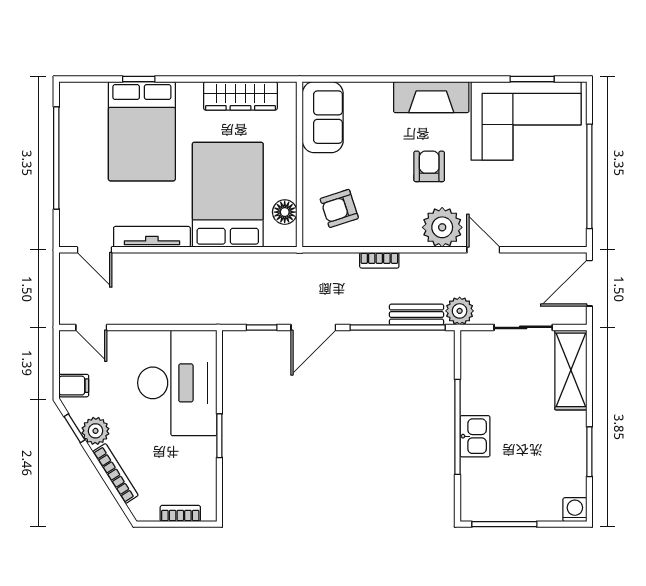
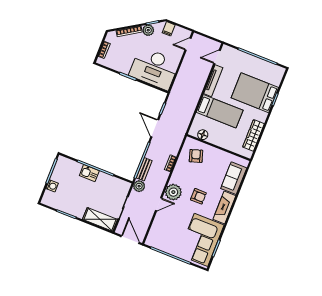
sofa: (323, 117) -> (234, 178), moved, turned 90
bed: (228, 195) -> (220, 111), width x0.67
washing machine: (575, 510) -> (52, 186), moved

